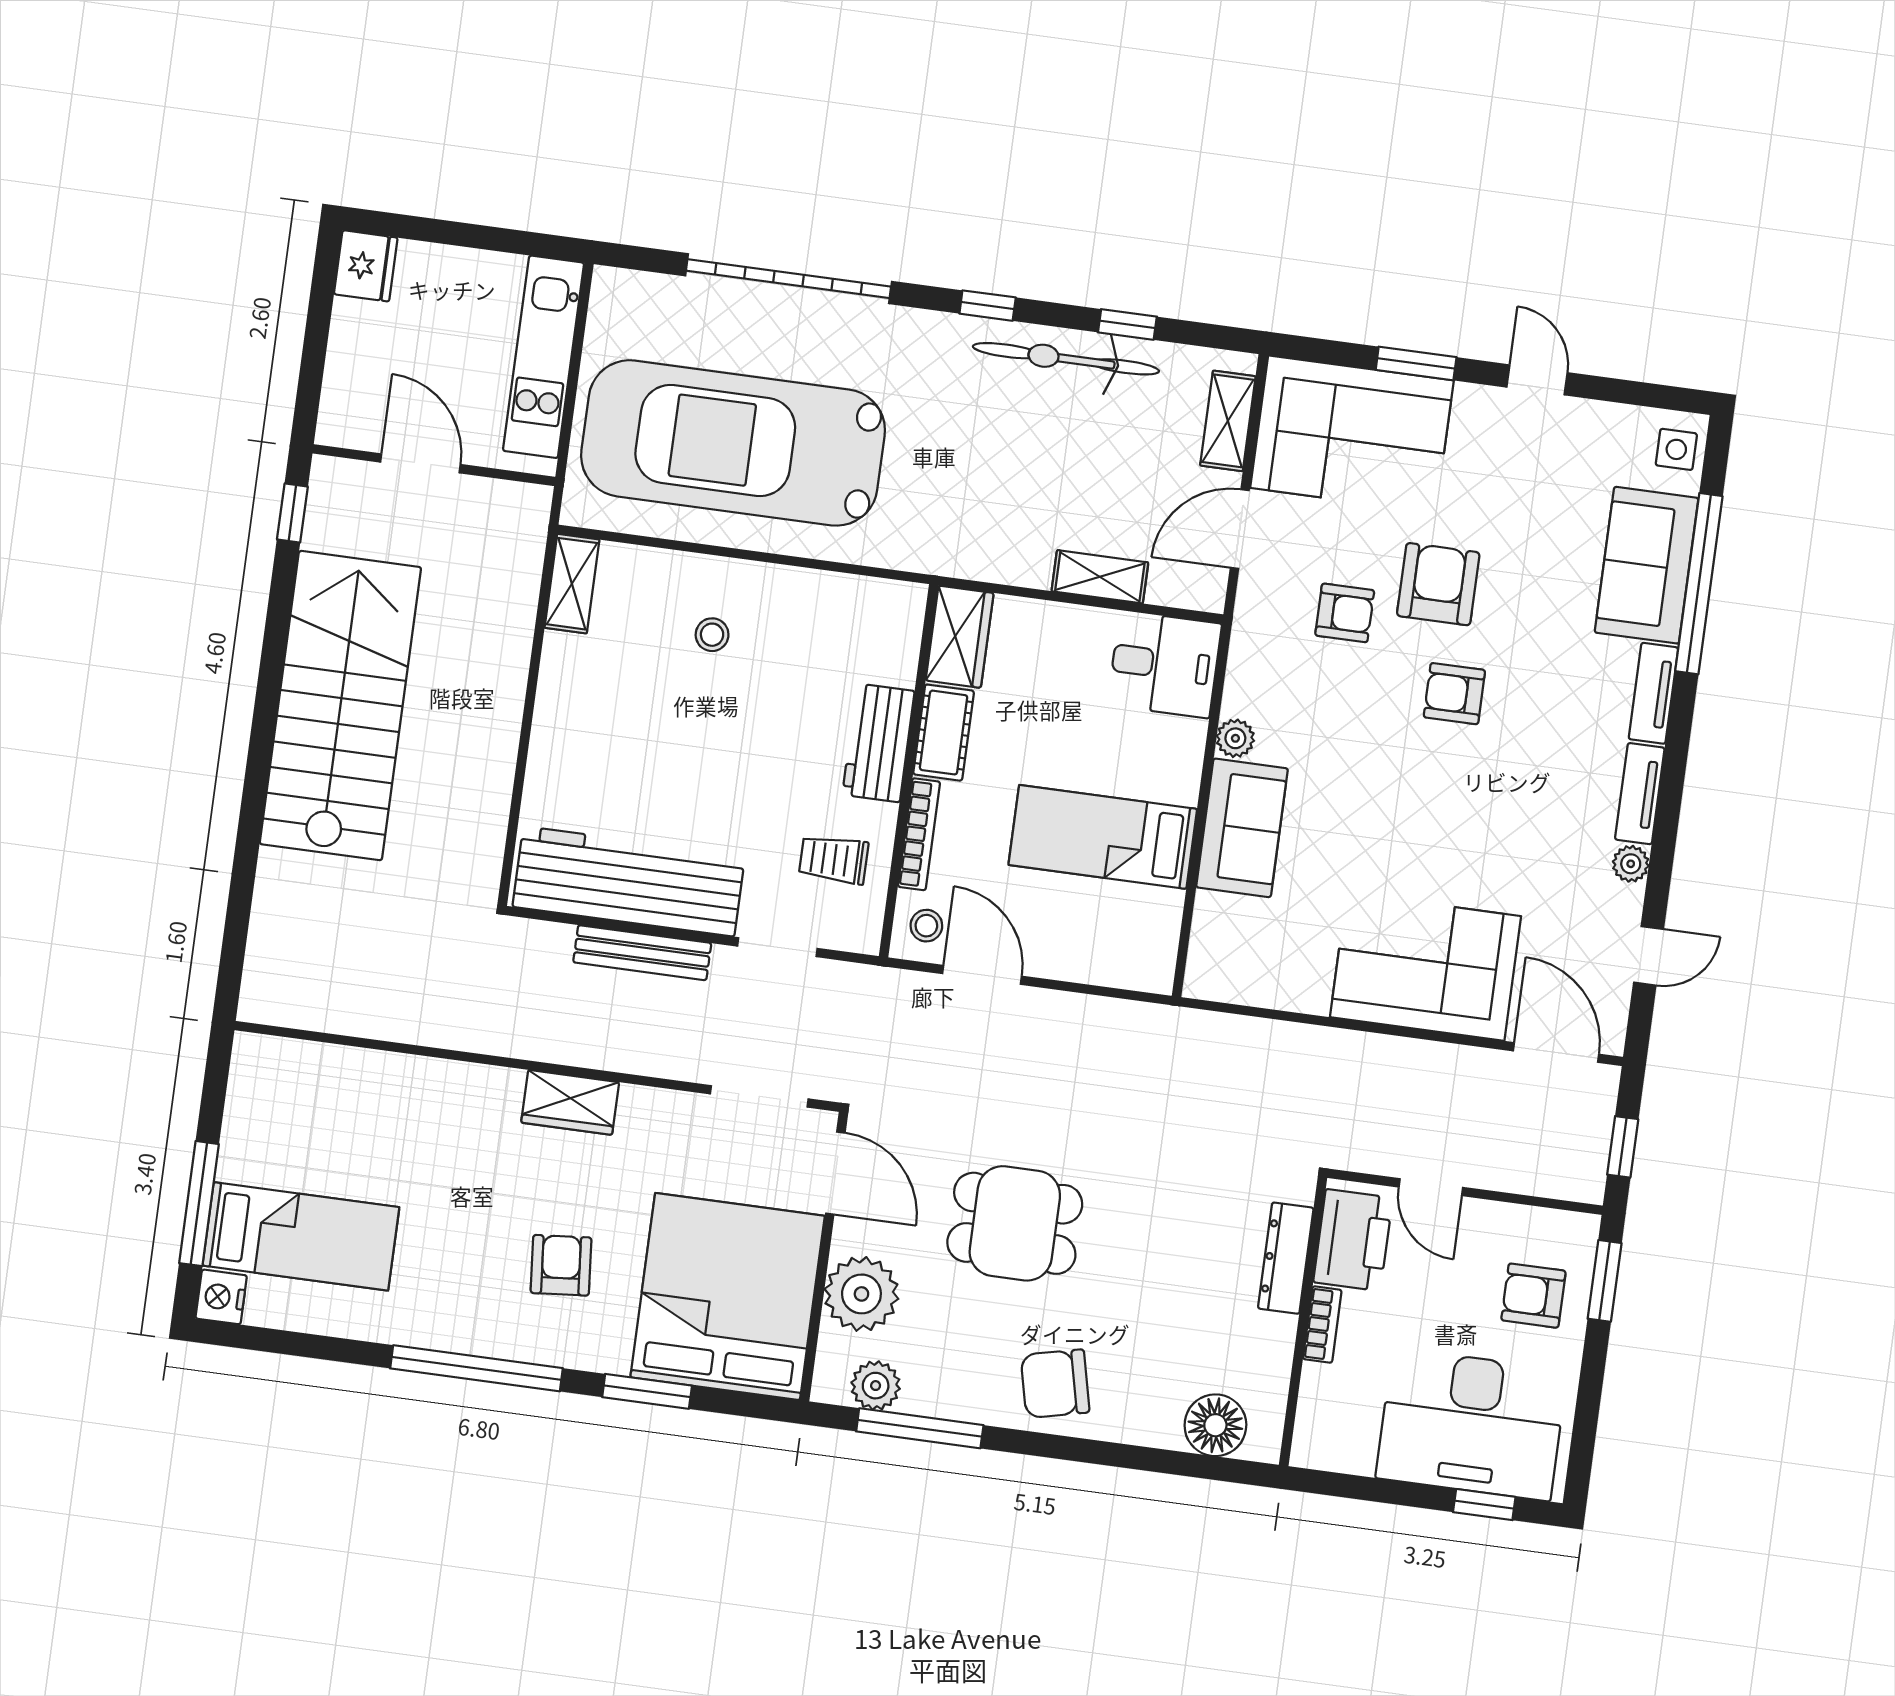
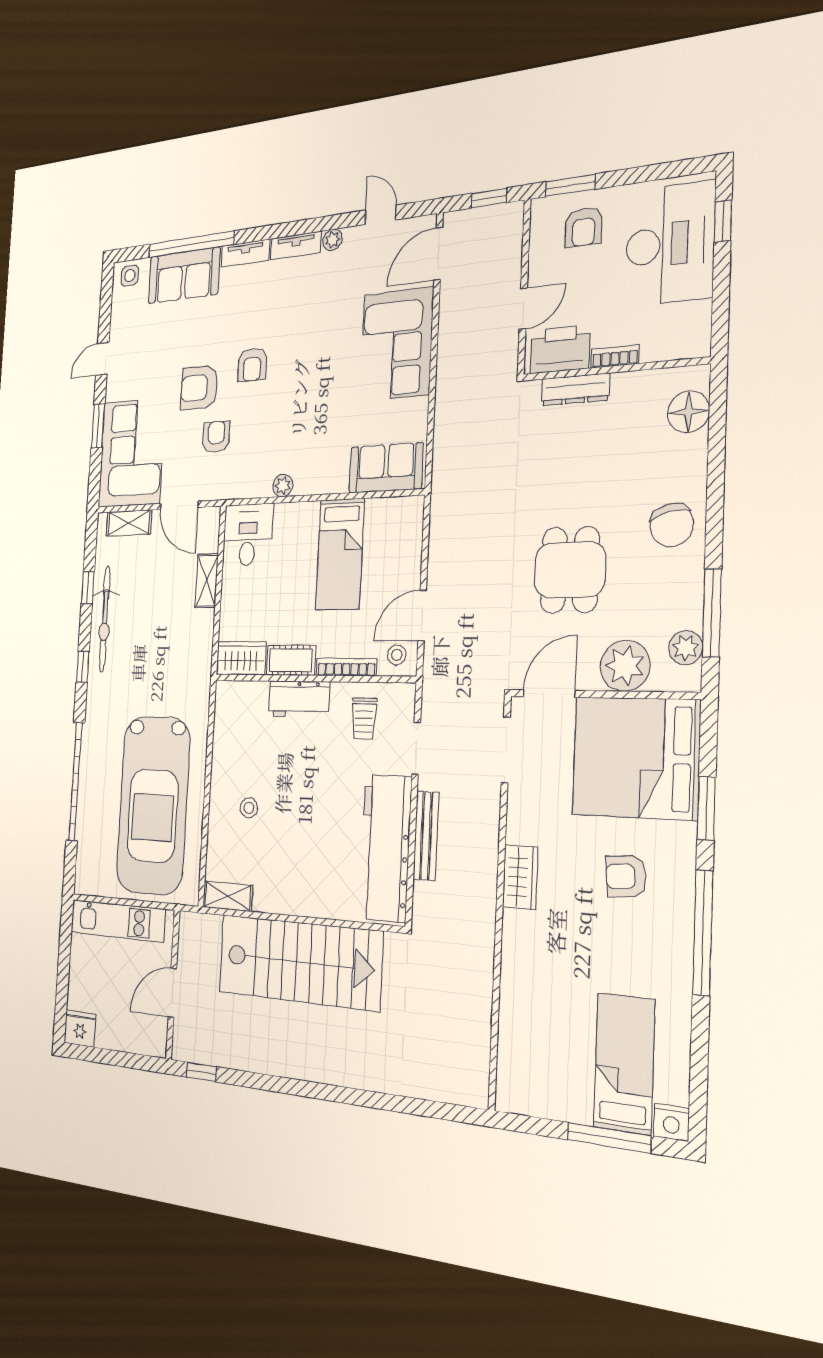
stairs: (340, 706) -> (299, 962), moved, turned 180
sofa: (1242, 828) -> (386, 468), moved

